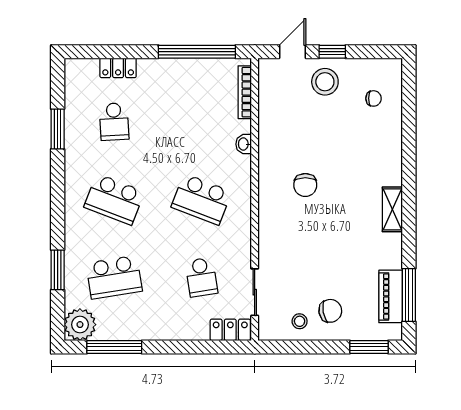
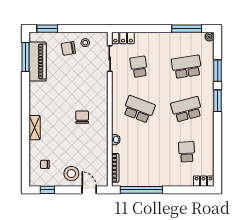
door: (293, 52) -> (89, 190), swing flipped
window: (332, 52) -> (47, 190), moved
locker: (118, 68) -> (204, 181), moved
window: (58, 129) -> (218, 101), moved
school desk: (114, 199) -> (187, 109), turned -36
shelving: (392, 209) -> (35, 128), moved
piano: (391, 296) -> (38, 61), width x1.37, depth x1.33
plant: (80, 325) -> (209, 37), width x0.53, depth x0.53

